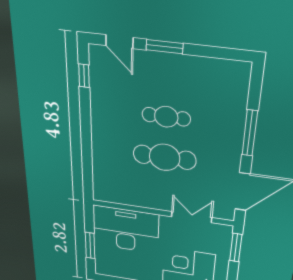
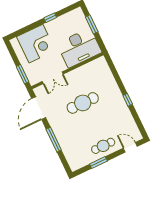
window: (165, 47) -> (98, 162), moved
window: (84, 76) -> (128, 100), moved
cafe table: (166, 117) -> (103, 146), moved

